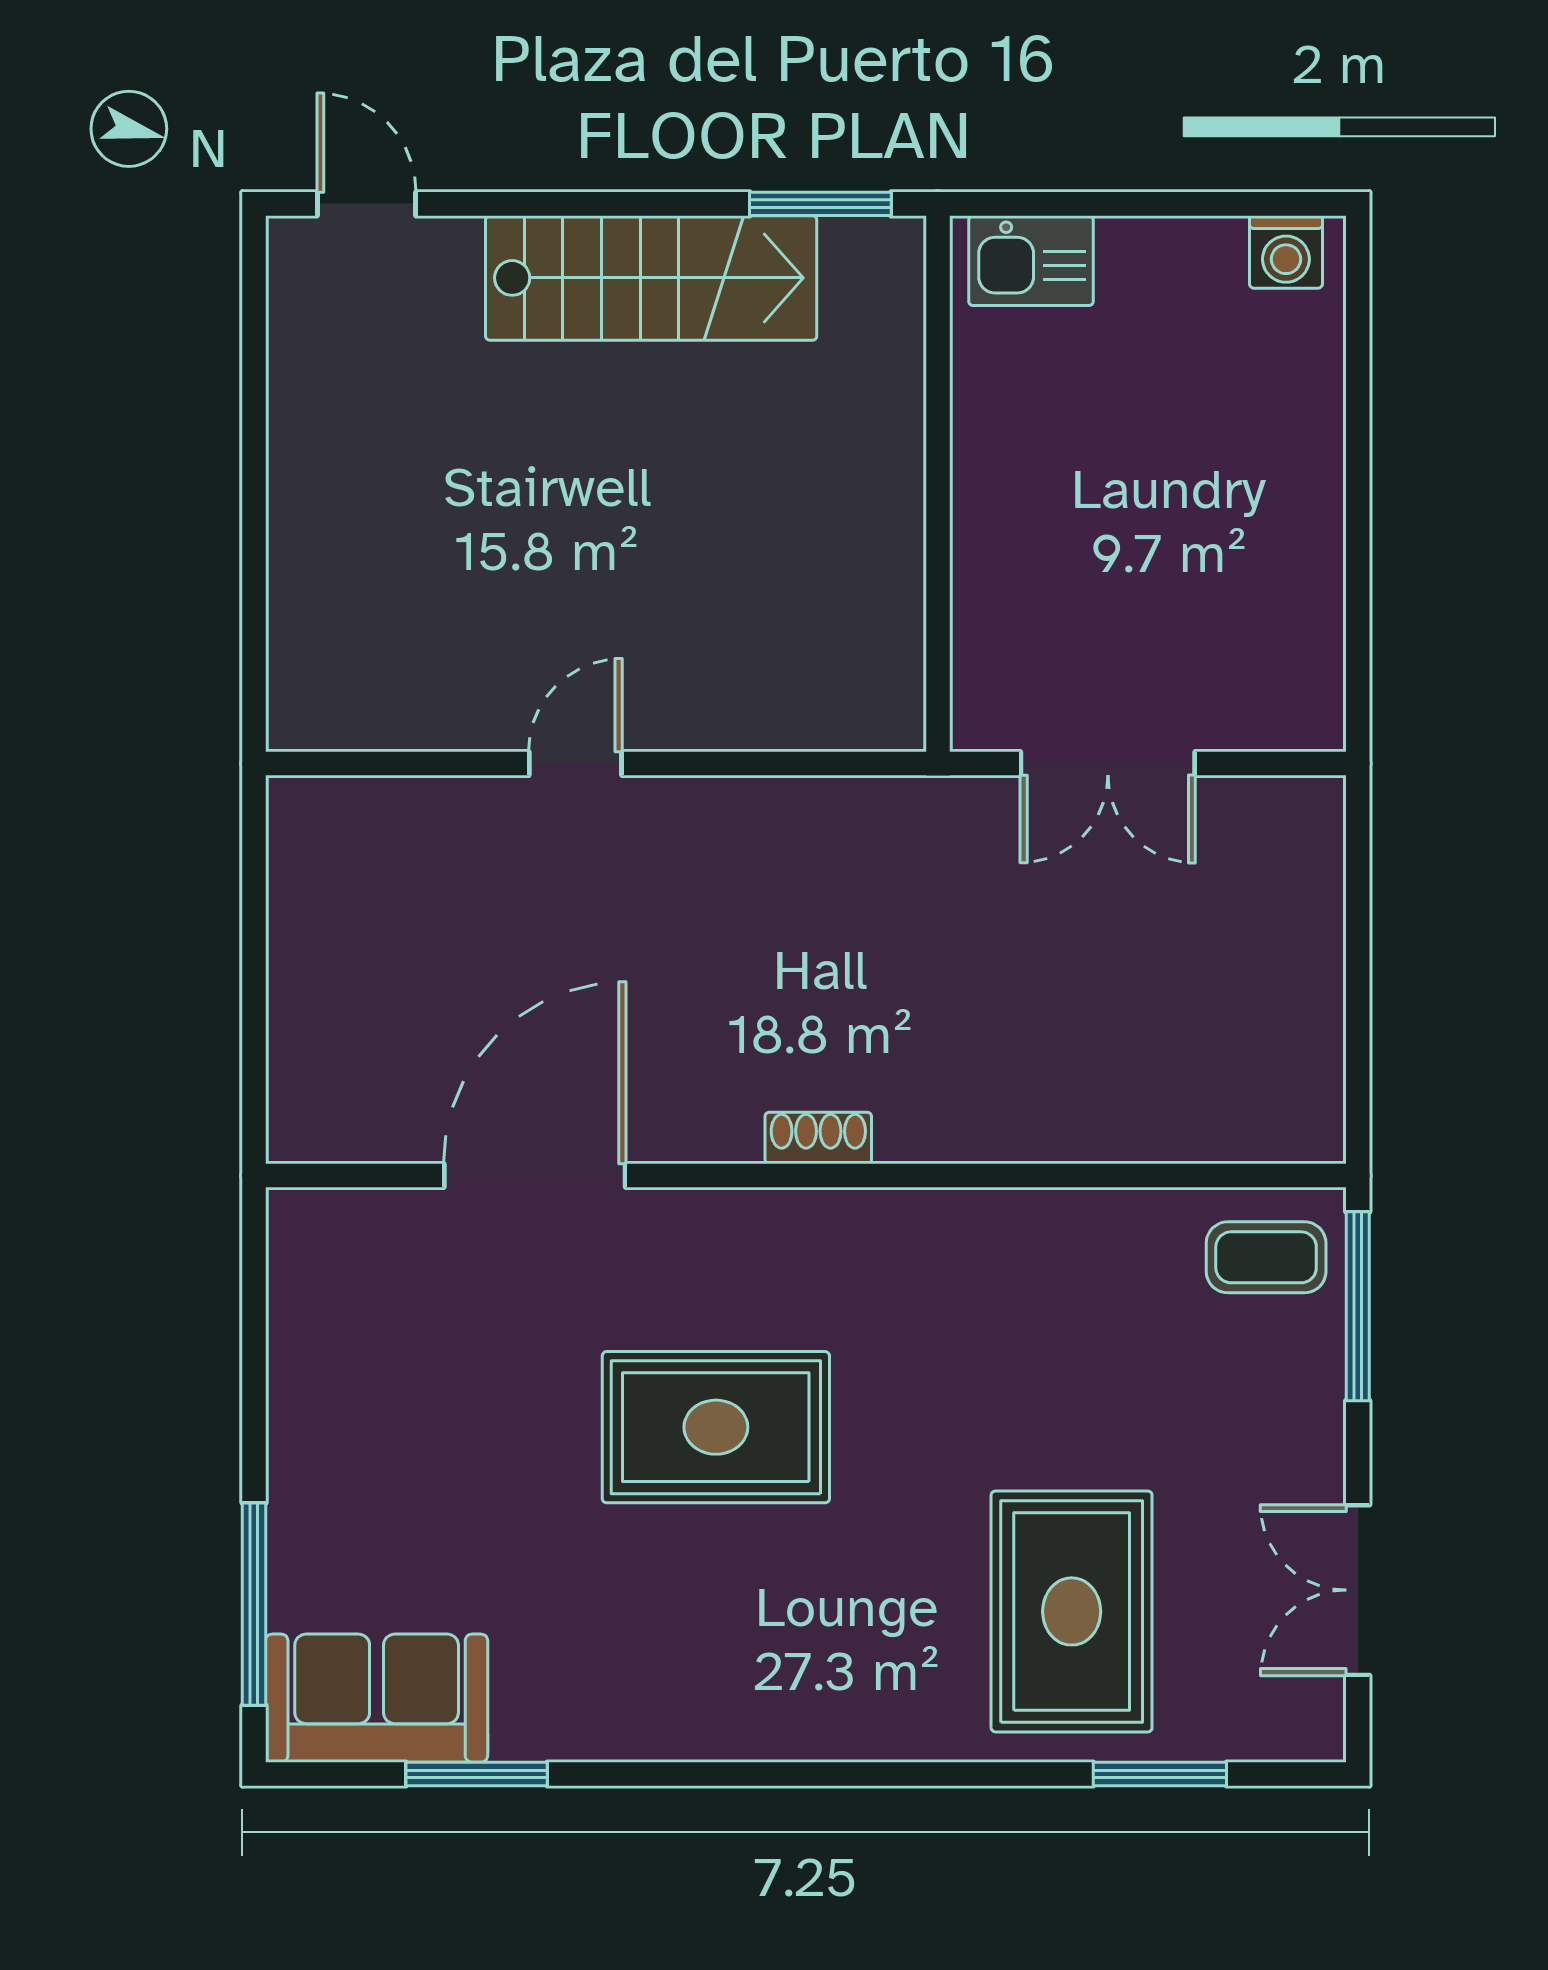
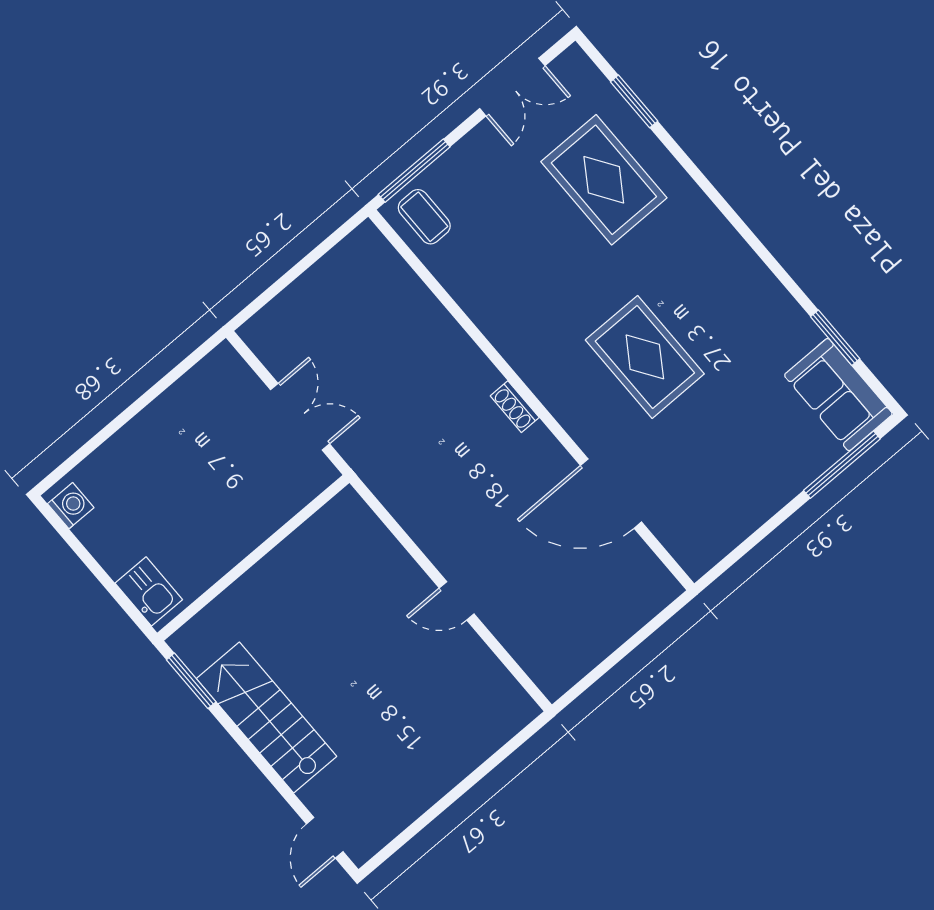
rug: (1072, 1611) -> (604, 180), turned 90

